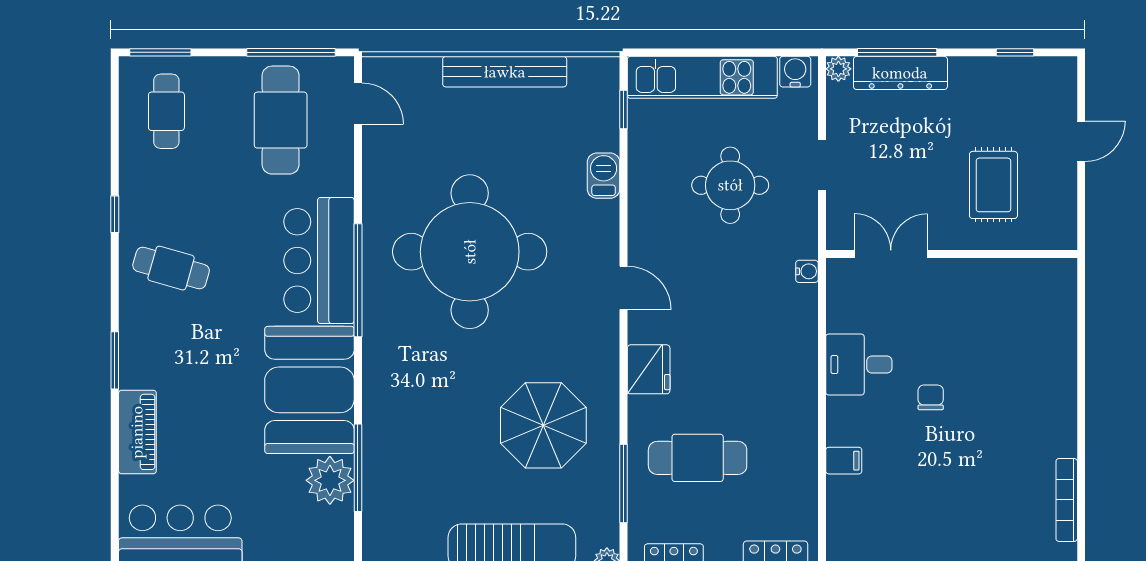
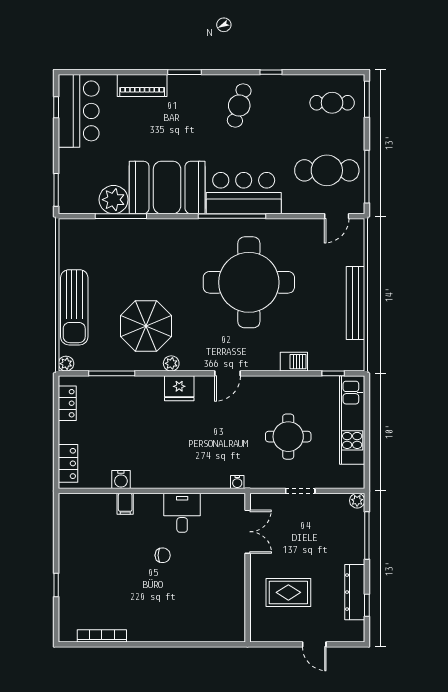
water cooler: (795, 72) -> (121, 480), moved, turned 90
dresser: (900, 73) -> (355, 592), moved
plant: (607, 383) -> (171, 363), added
cafe table: (698, 458) -> (127, 417), removed

